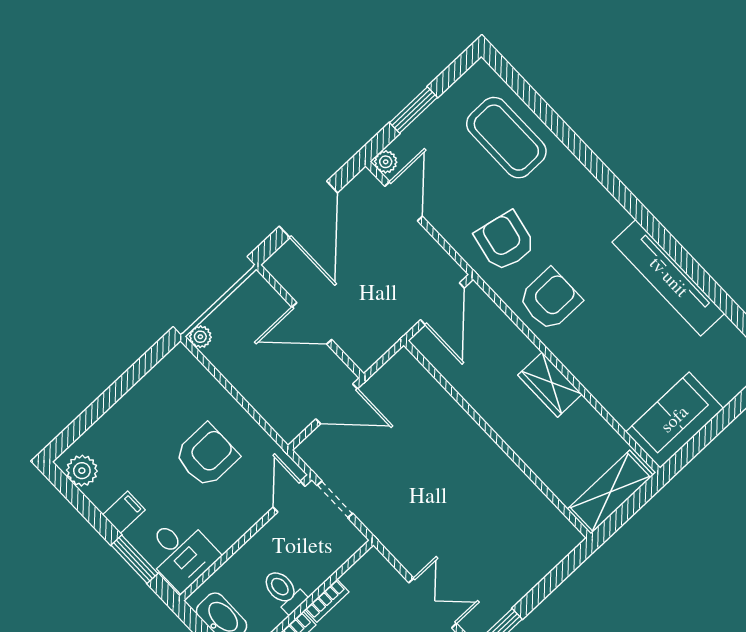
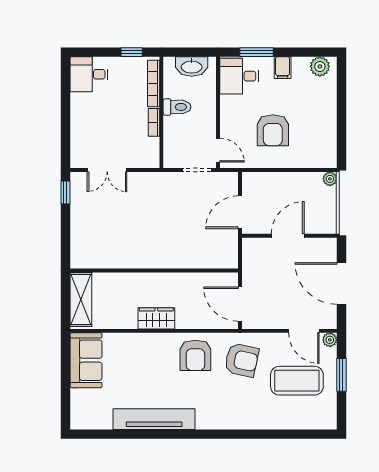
coffee table: (506, 138) -> (297, 381), moved

